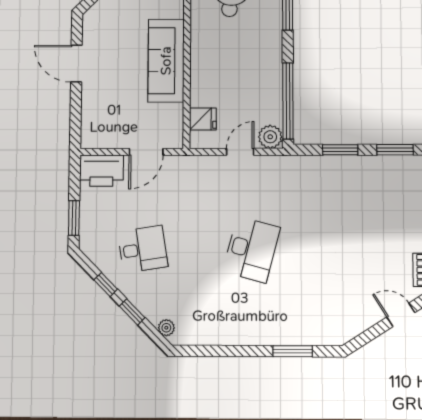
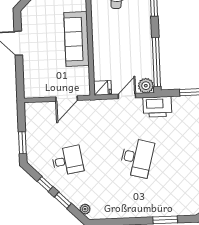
fridge: (203, 119) -> (103, 88), moved
printer: (101, 171) -> (157, 107), moved

